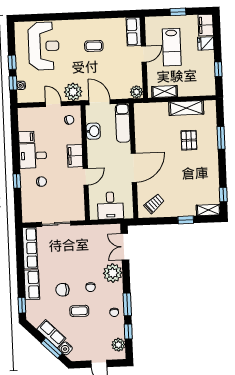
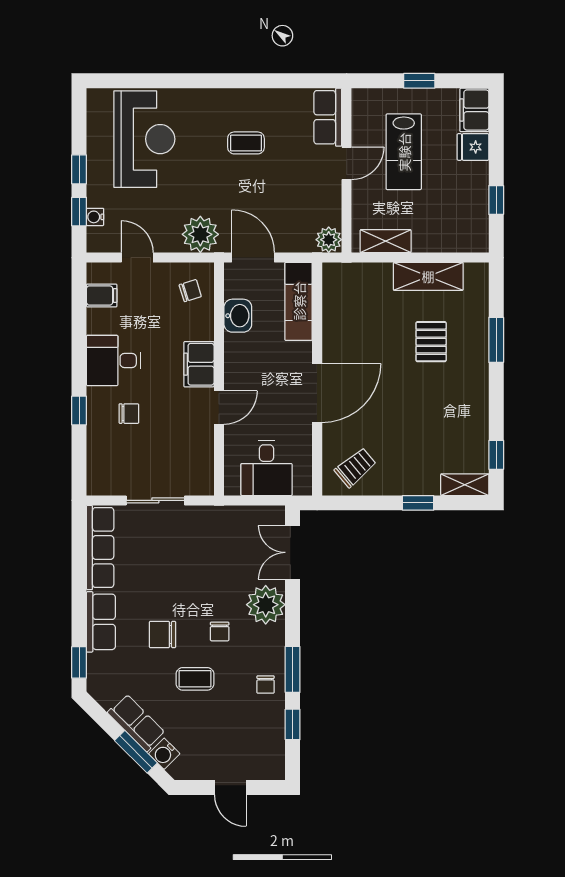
door: (53, 104) -> (137, 258), moved
filing cabinet: (26, 137) -> (102, 295), moved
plant: (118, 345) -> (272, 750), removed

